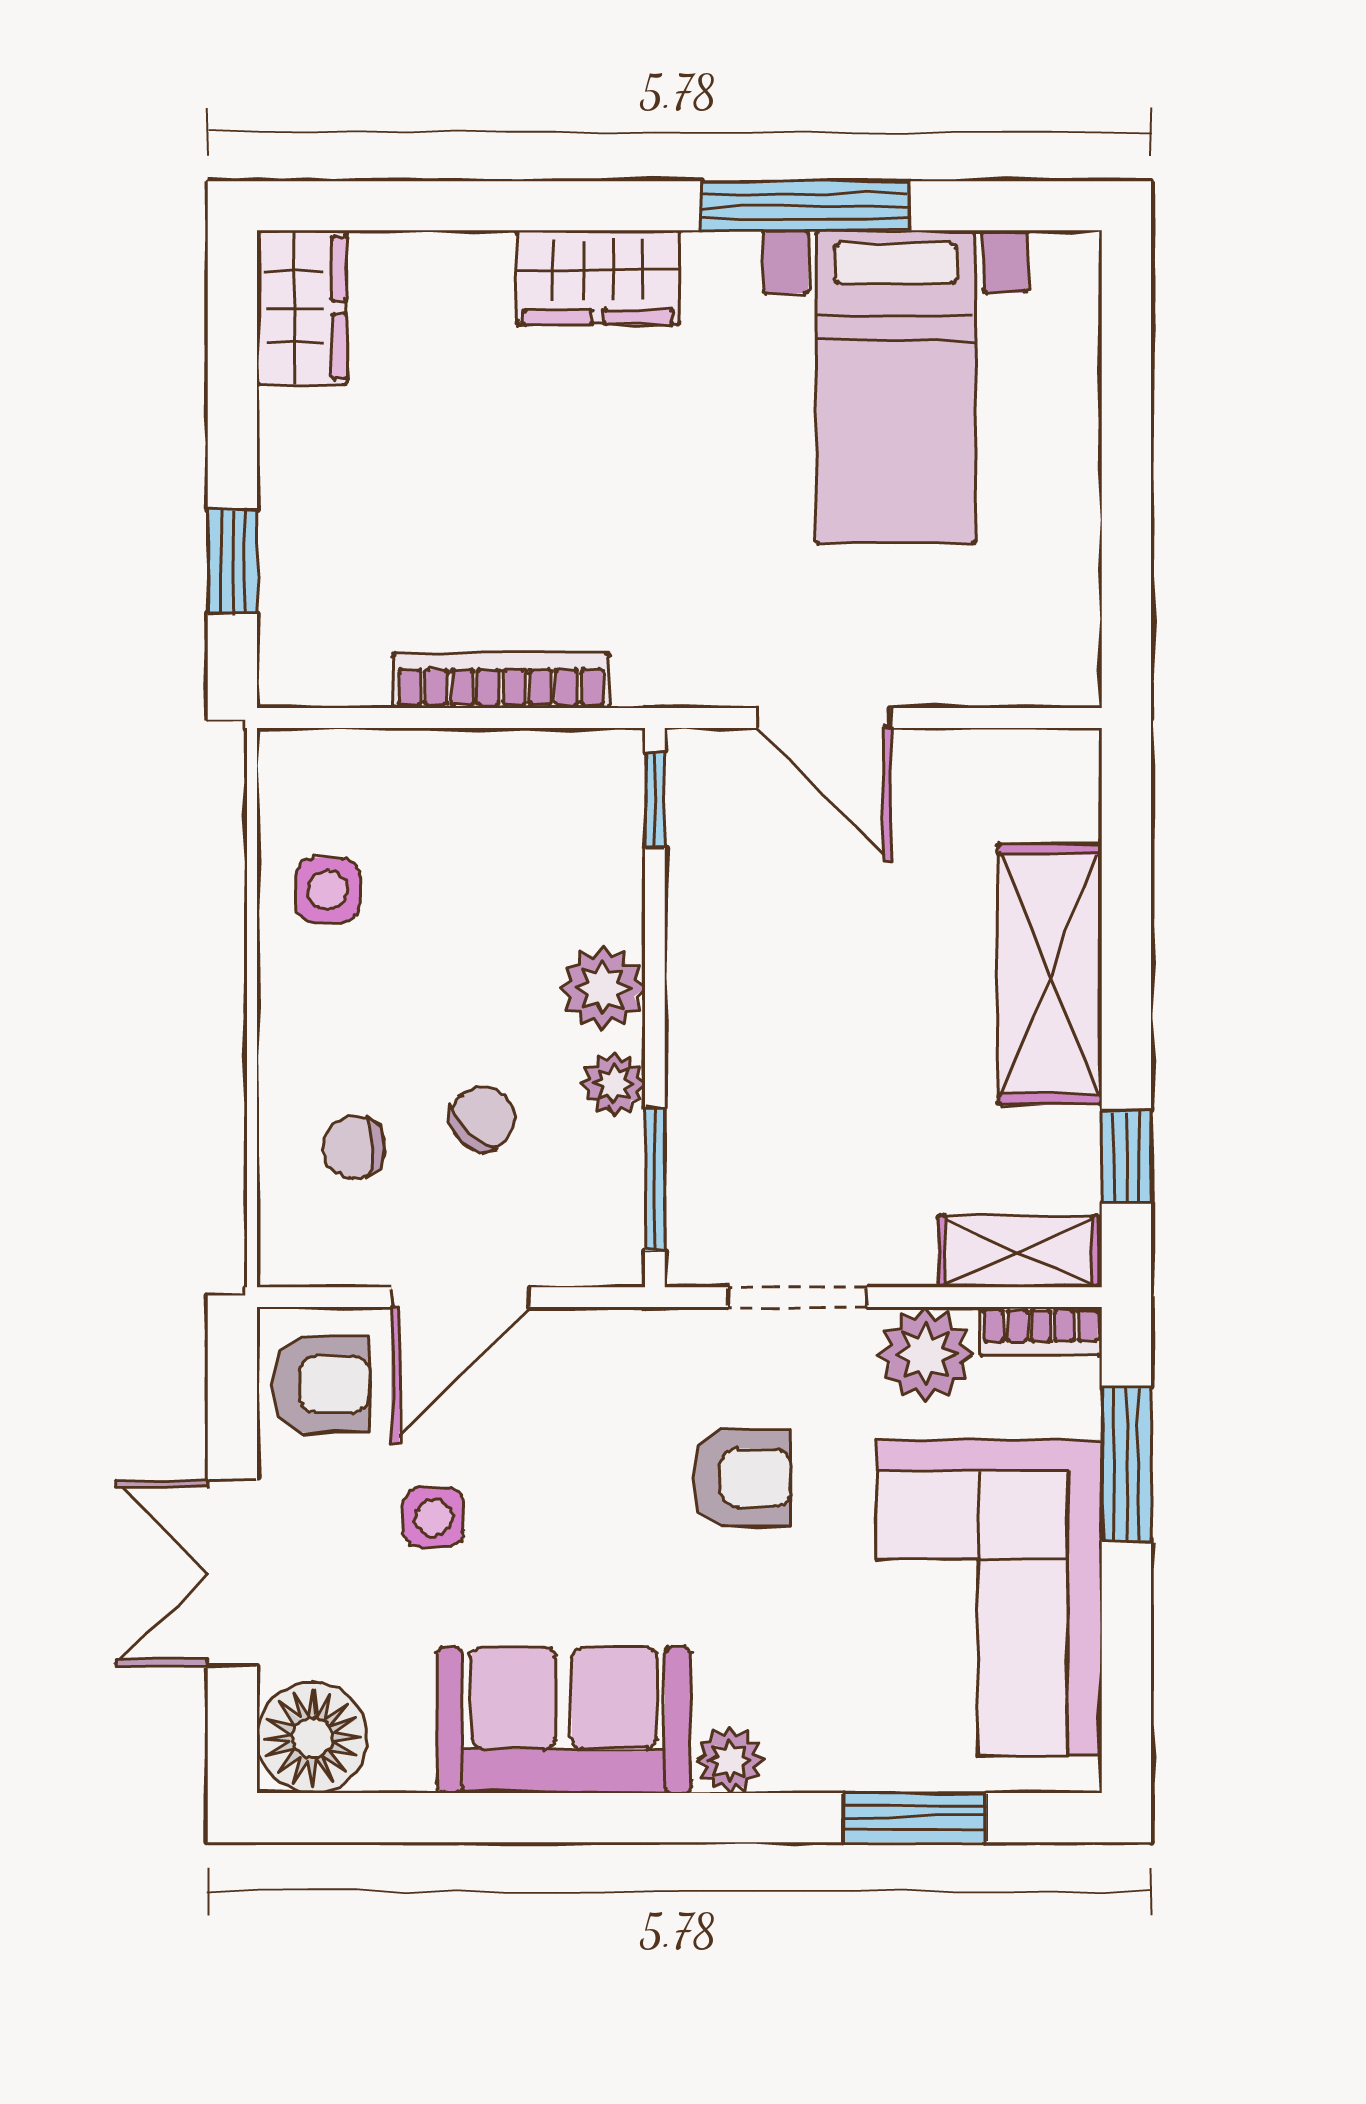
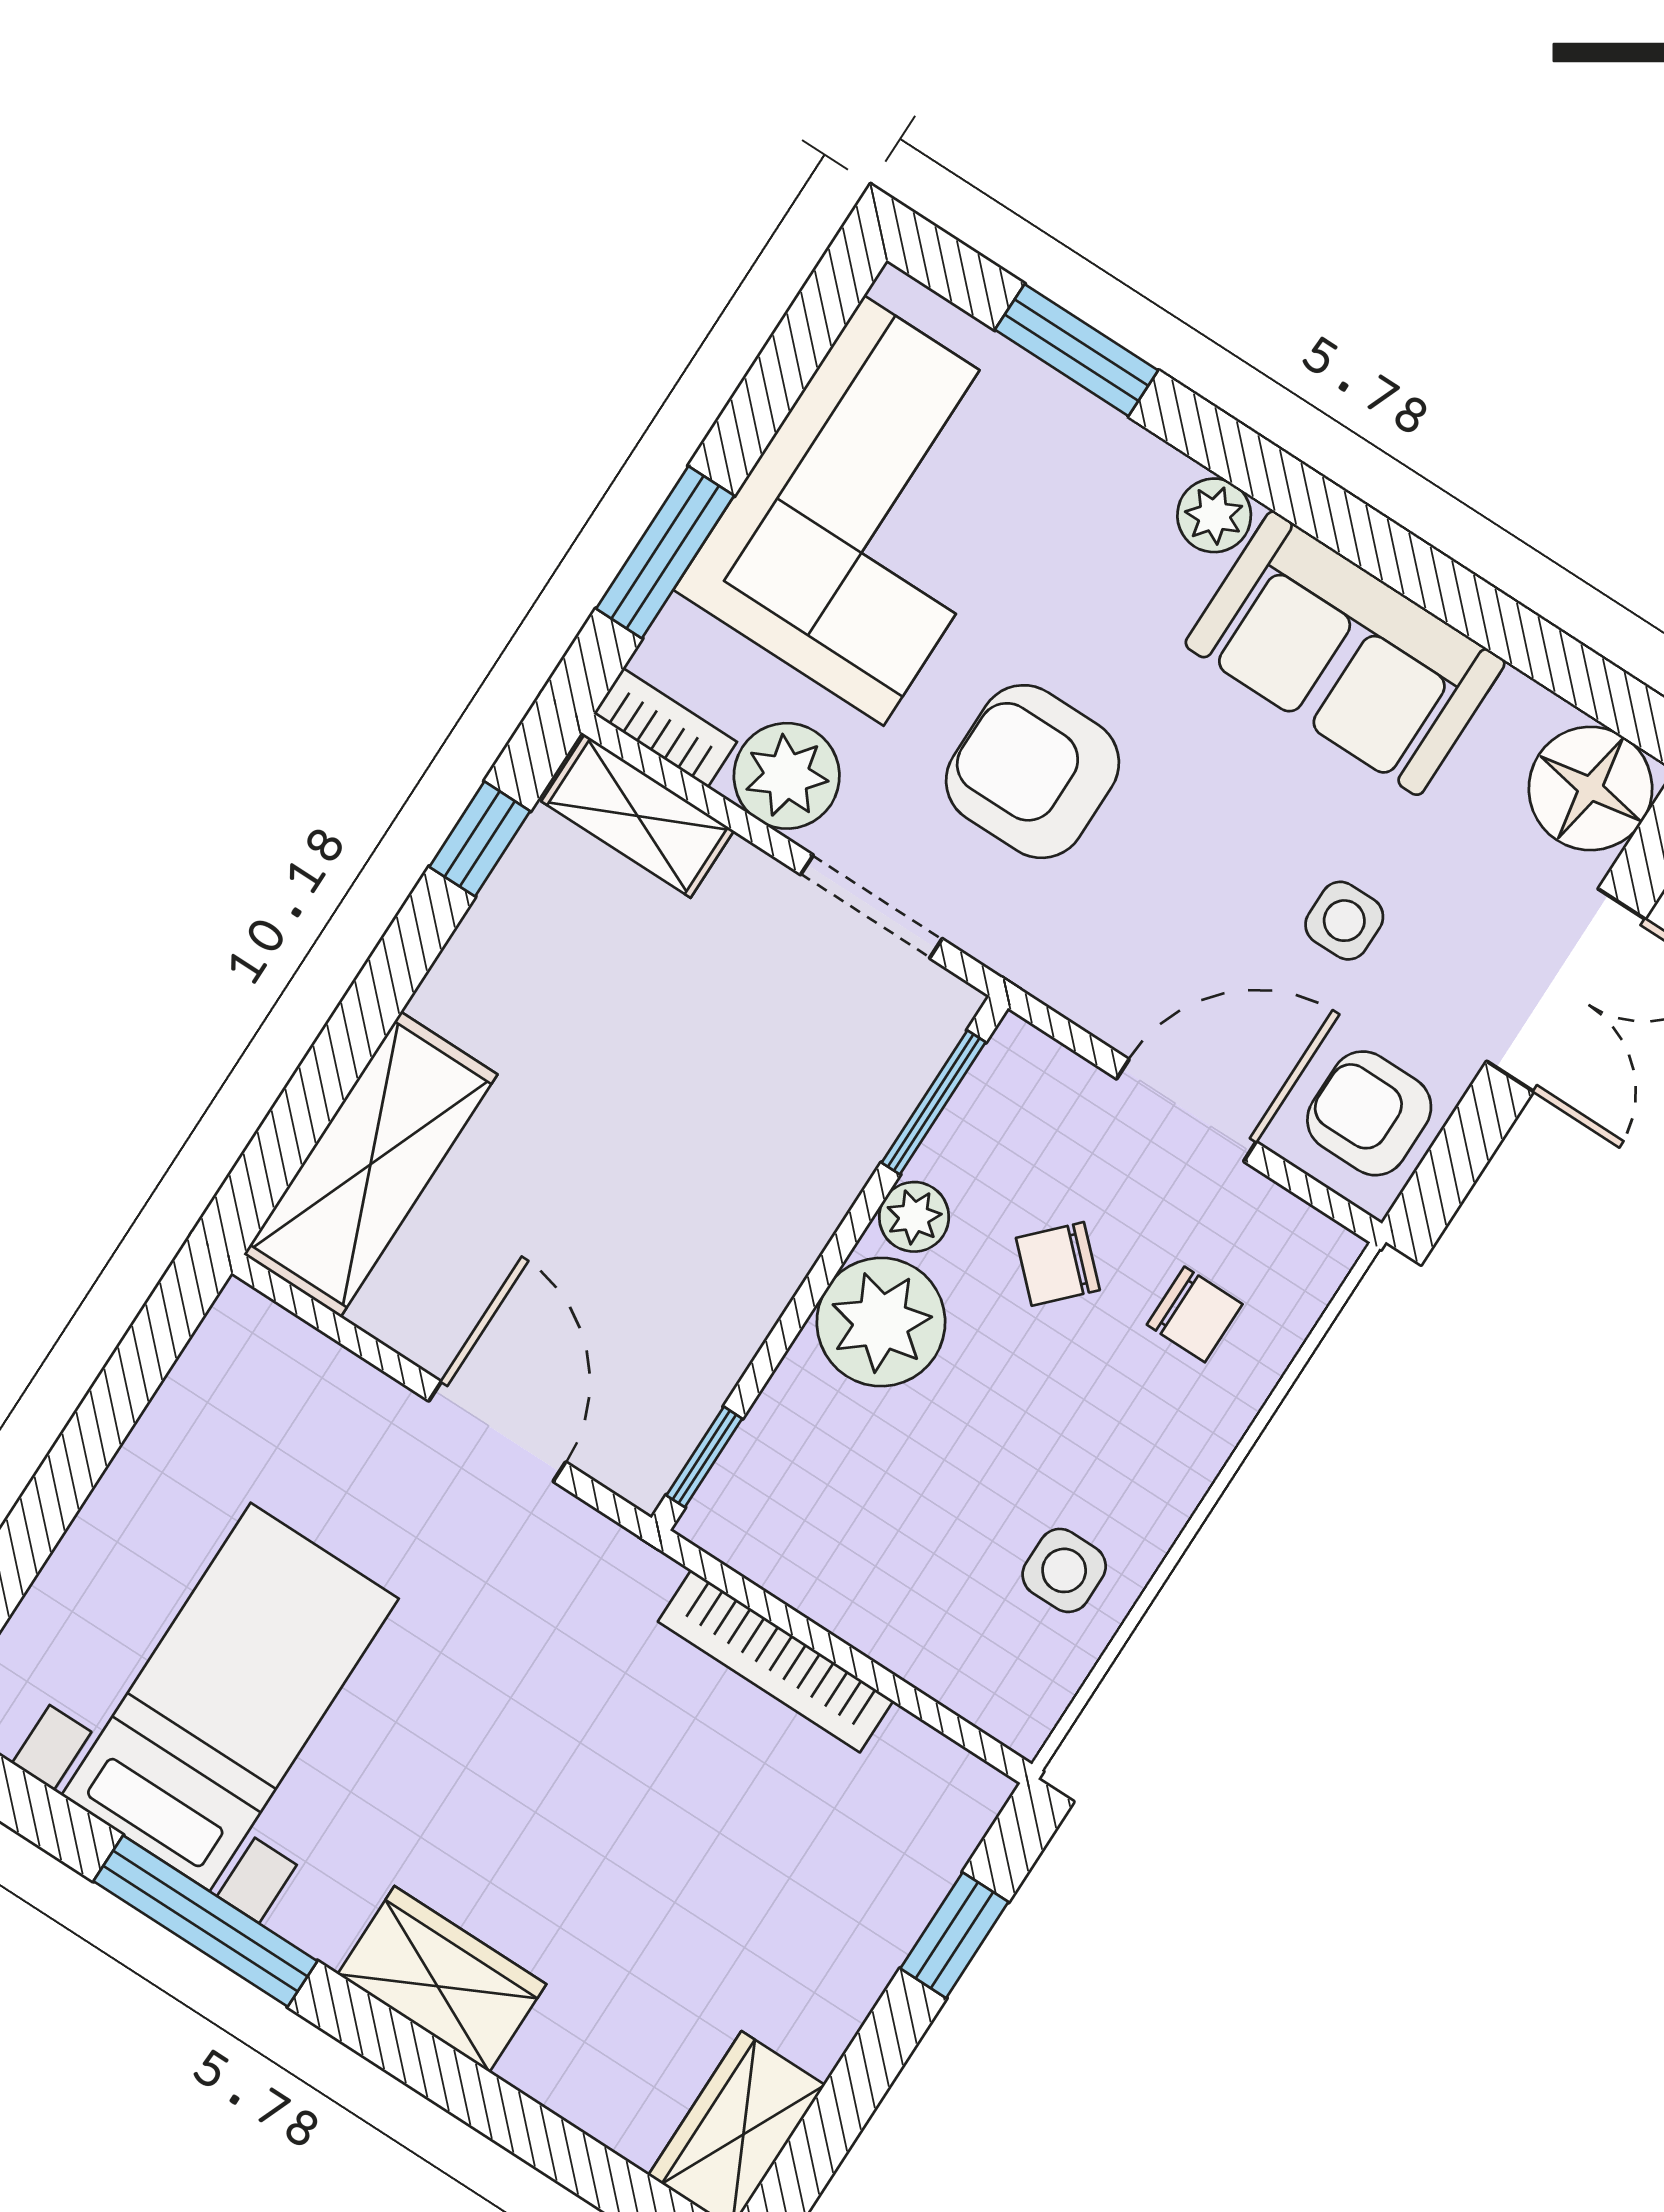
shelving: (1050, 974) -> (371, 1164), moved
plant: (603, 988) -> (881, 1322), width x1.36, depth x1.36
armchair: (742, 1478) -> (1033, 772), width x1.38, depth x1.38

